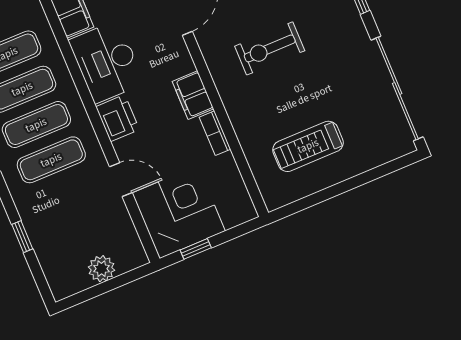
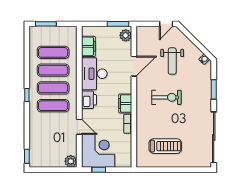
exercise bike: (270, 48) -> (166, 97), turned 180
treadmill: (308, 146) -> (165, 146), turned 180
window: (22, 237) -> (27, 156), moved
plant: (101, 269) -> (71, 161), moved

